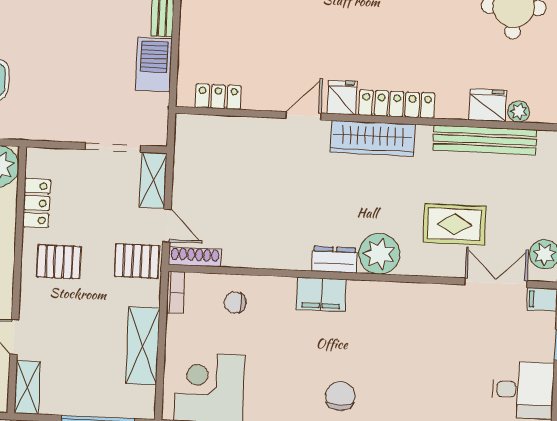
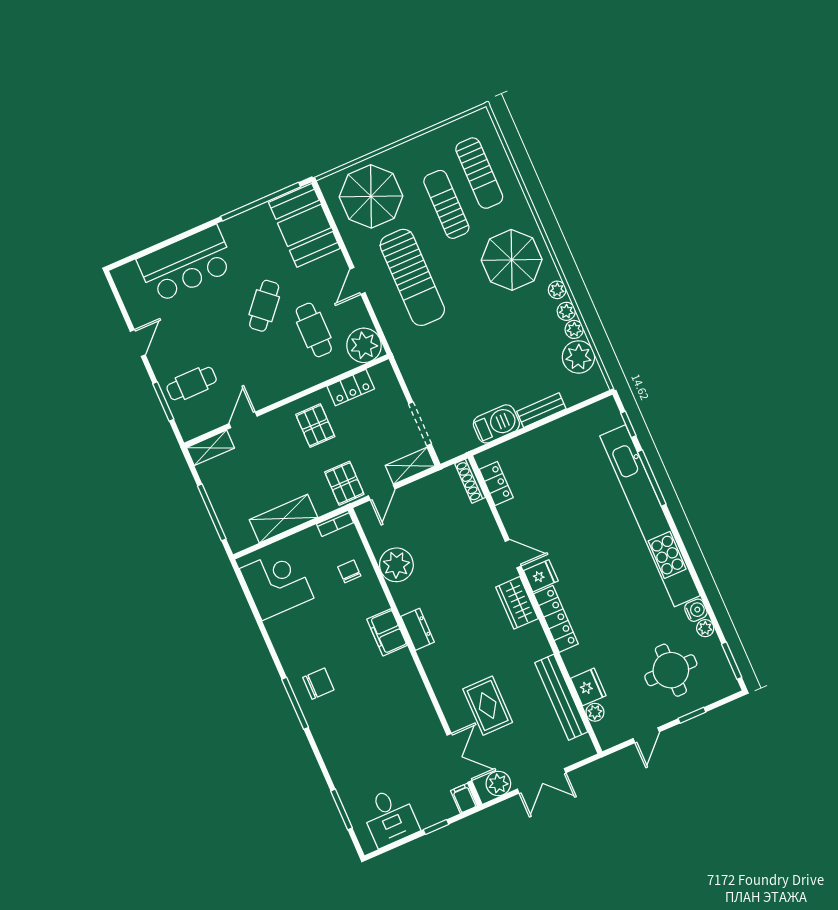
wardrobe: (372, 138) -> (517, 603), width x0.67
plant: (379, 254) -> (396, 565), moved
shoe rack: (195, 257) -> (470, 480), moved, turned 180

